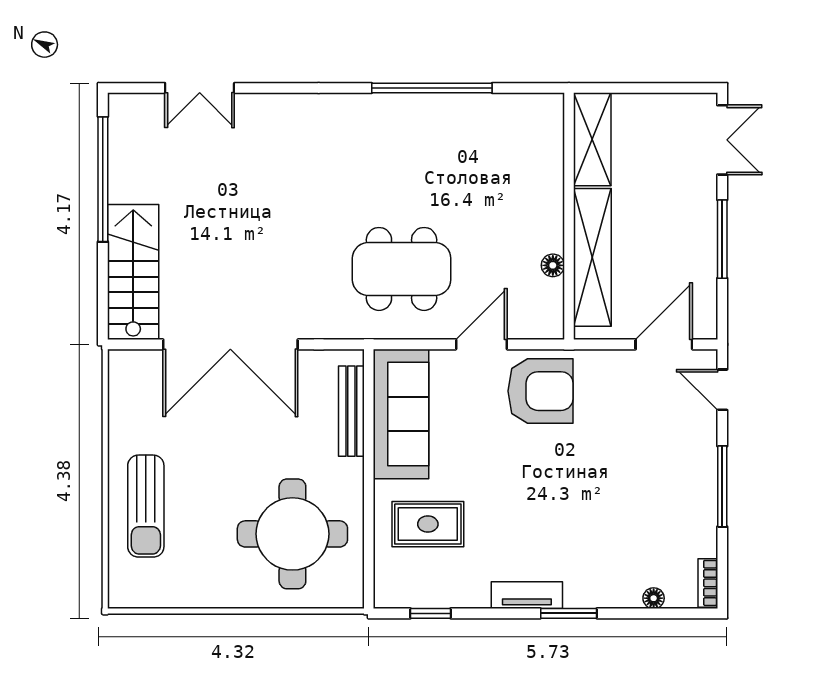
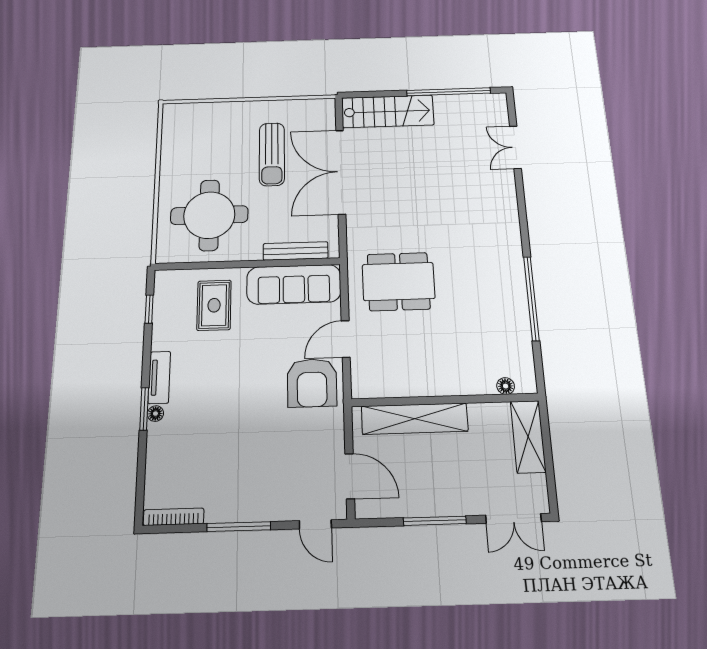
shelving: (592, 139) -> (528, 437), moved, turned 90
floor lamp: (553, 265) -> (506, 386), moved
dining table: (402, 269) -> (398, 281), turned 90
door: (481, 344) -> (346, 339), swing flipped
door: (722, 390) -> (315, 524), swing flipped
sun lounger: (146, 506) -> (272, 154), moved, turned -90
bookcase: (708, 583) -> (174, 517), width x1.56
floor lamp: (654, 598) -> (155, 414), moved

